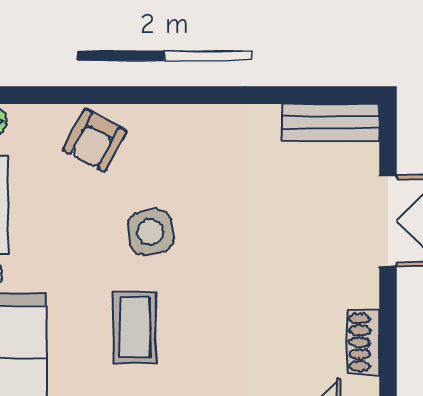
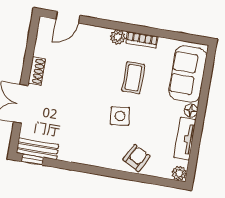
window: (338, 95) -> (33, 159), added
shoe rack: (364, 342) -> (37, 71), moved

